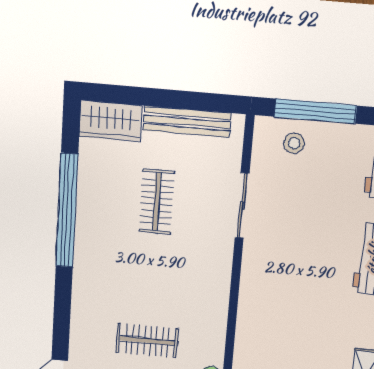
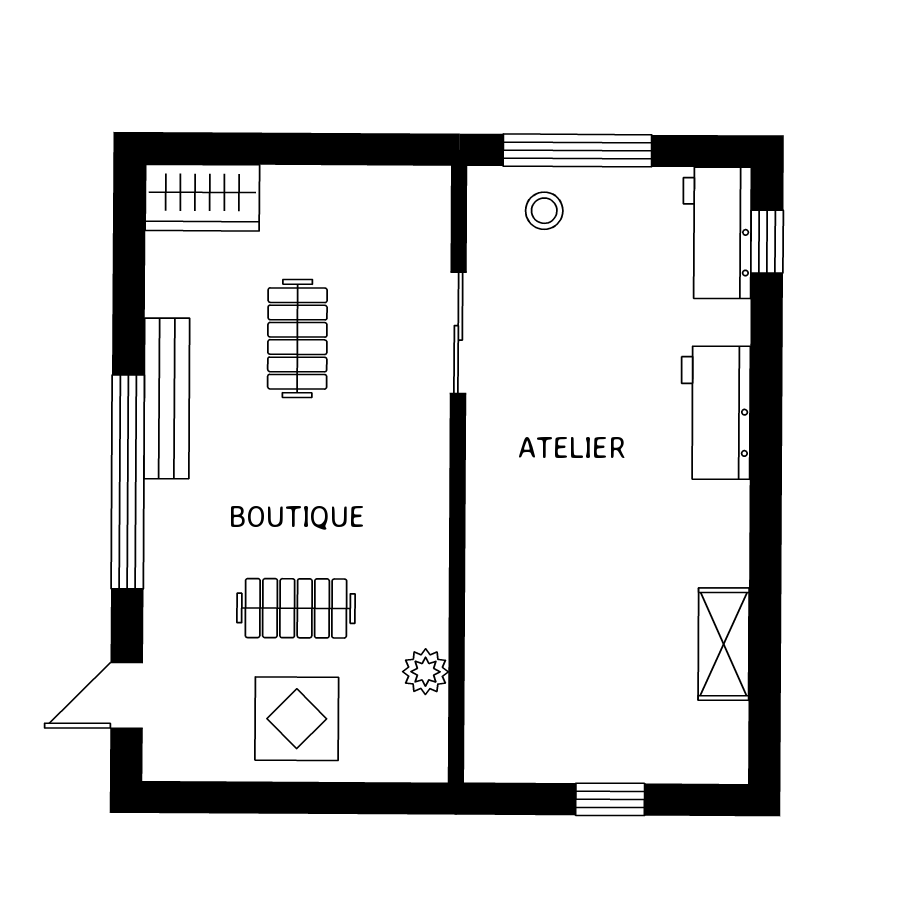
bench: (187, 122) -> (167, 398), moved, turned 90
window: (67, 211) -> (128, 482), moved

